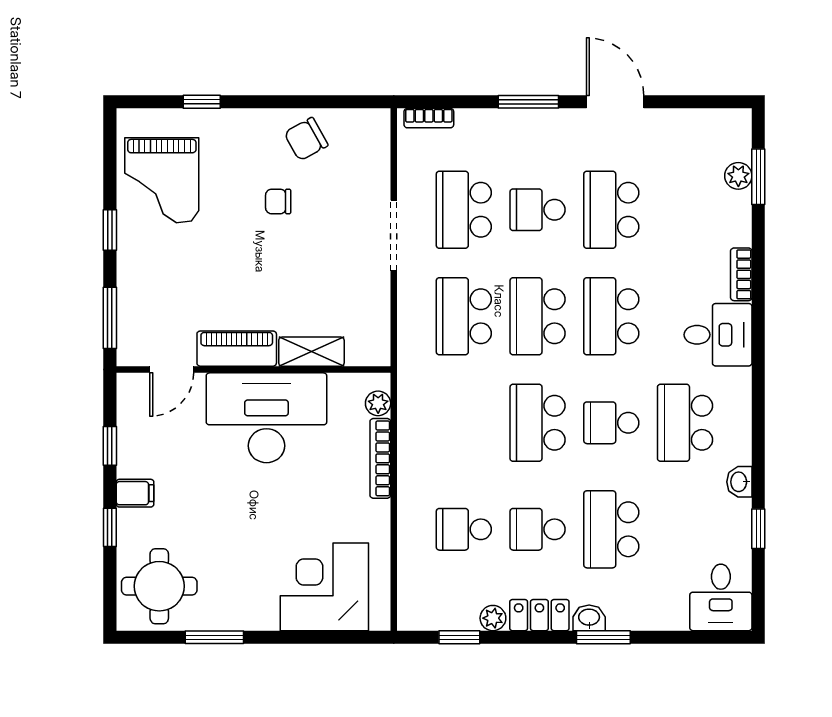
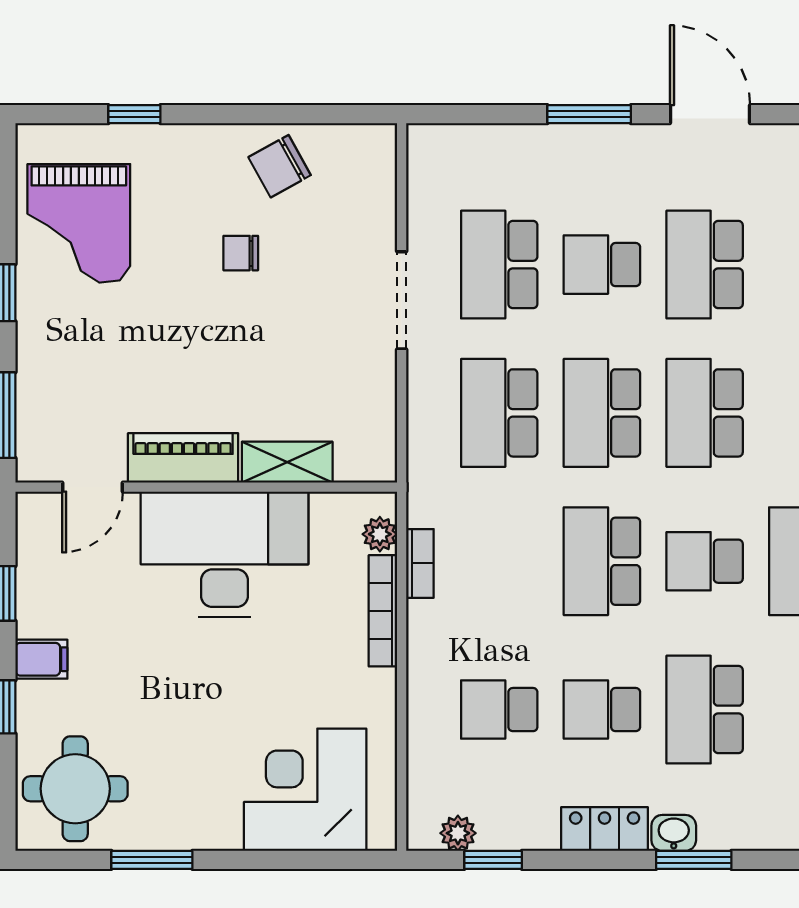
bookcase: (429, 118) -> (420, 563), moved, turned -90
plant: (493, 618) -> (458, 833), moved

